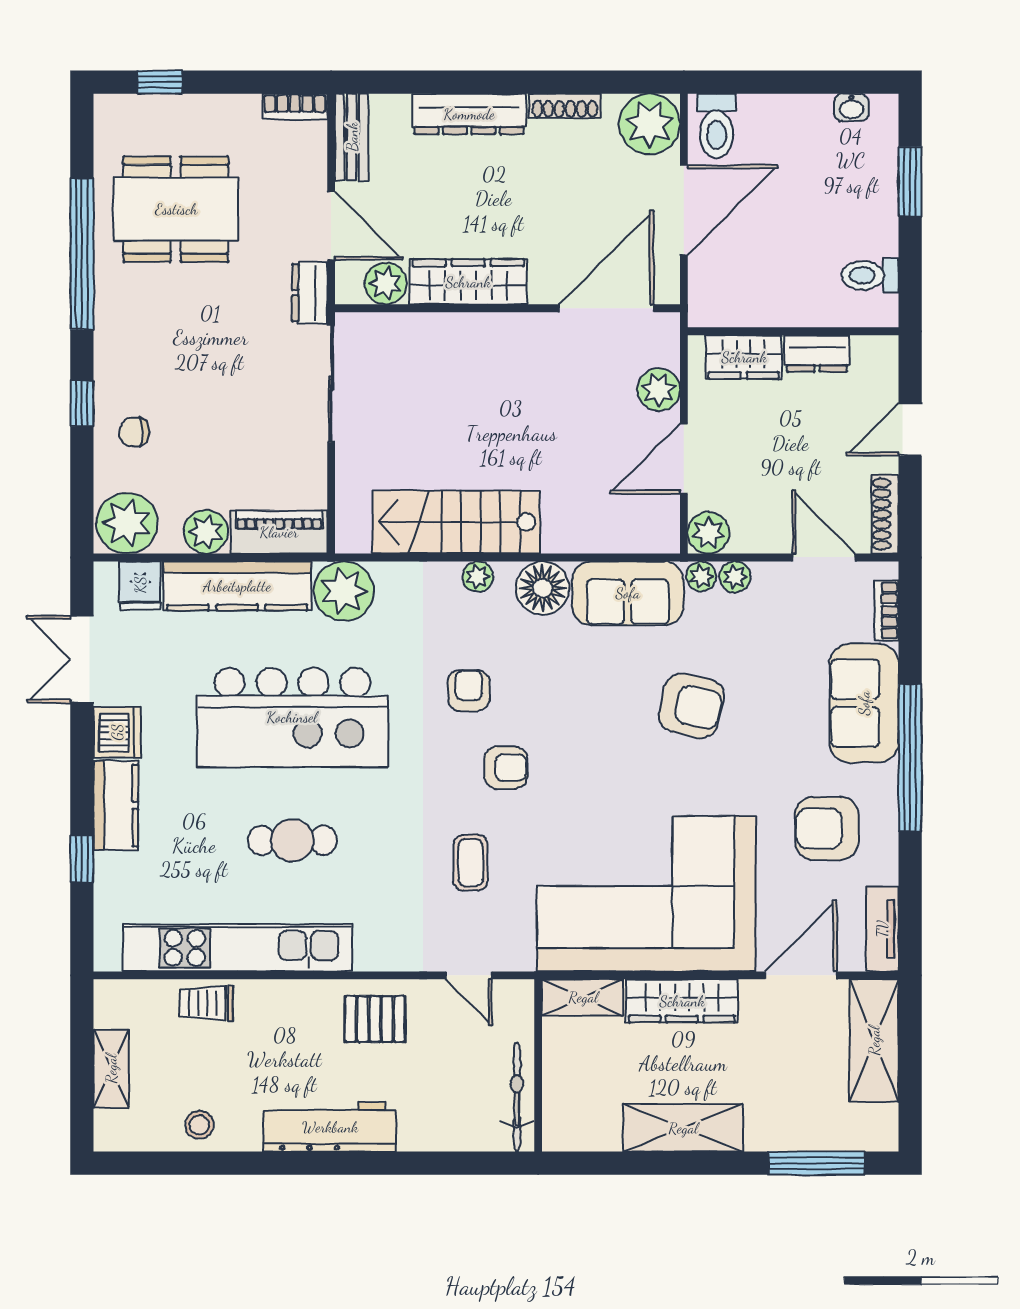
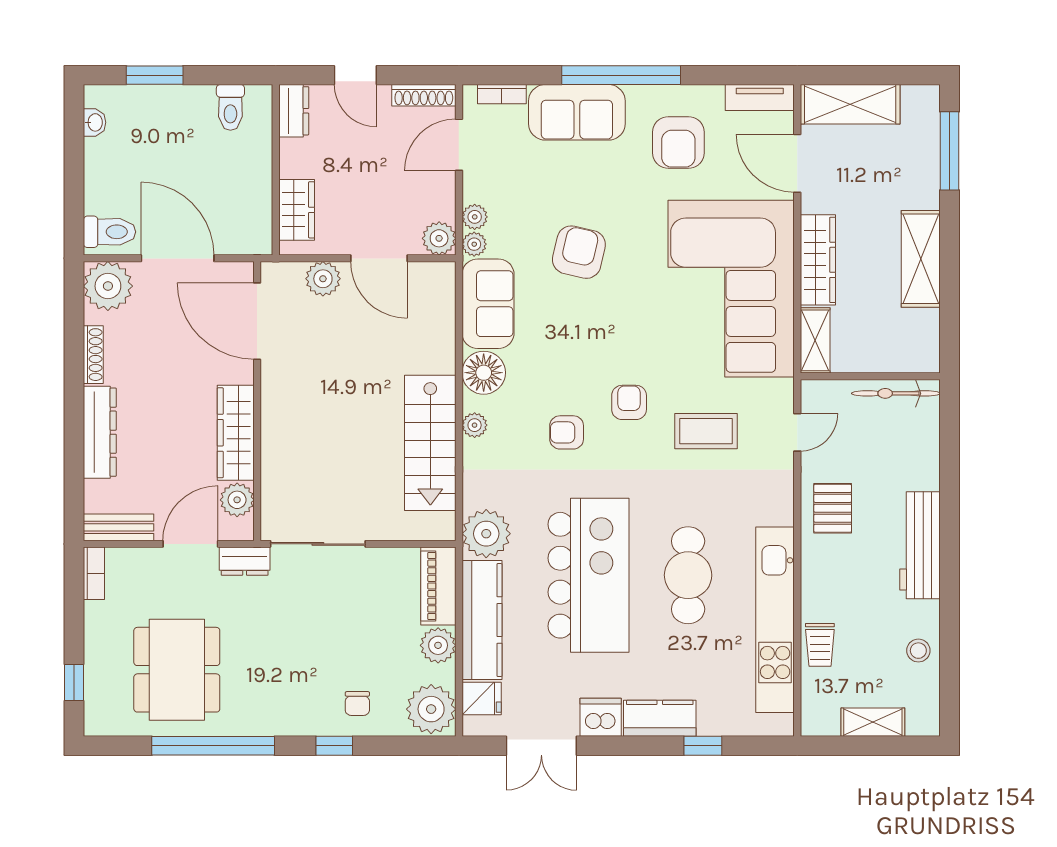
dresser: (817, 353) -> (294, 111), moved
cafe table: (292, 840) -> (688, 575), width x1.37, depth x1.35
coffee table: (470, 863) -> (706, 431), width x1.36, depth x1.30

